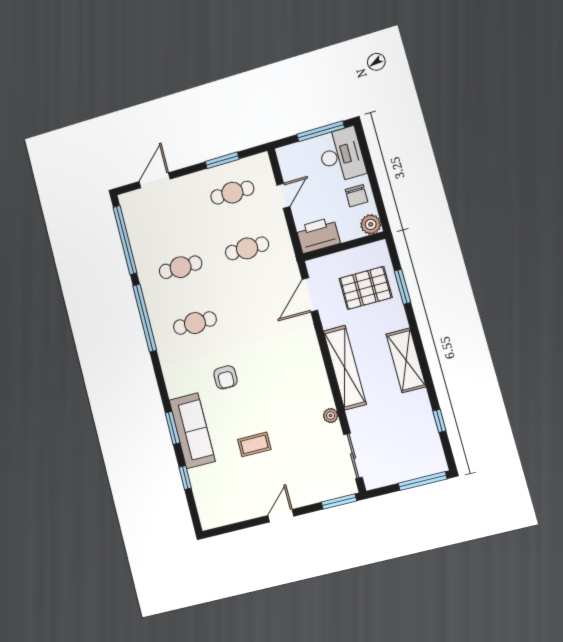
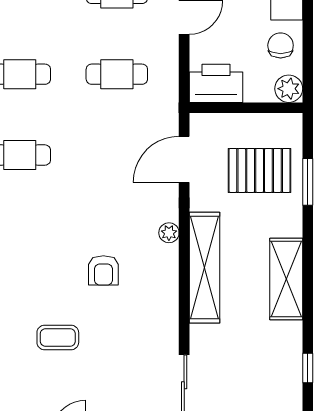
chair: (356, 196) -> (281, 45), turned 180
armchair: (225, 377) -> (103, 270), moved
plant: (331, 416) -> (169, 233), moved

